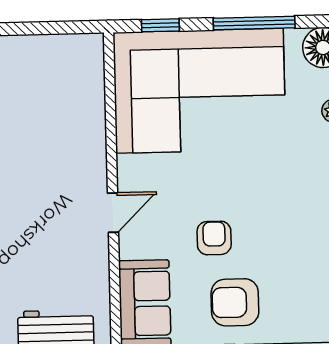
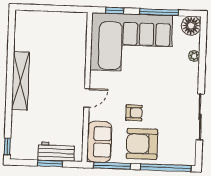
armchair: (214, 238) -> (134, 113), turned 90
armchair: (235, 302) -> (142, 144), width x1.36, depth x1.36

